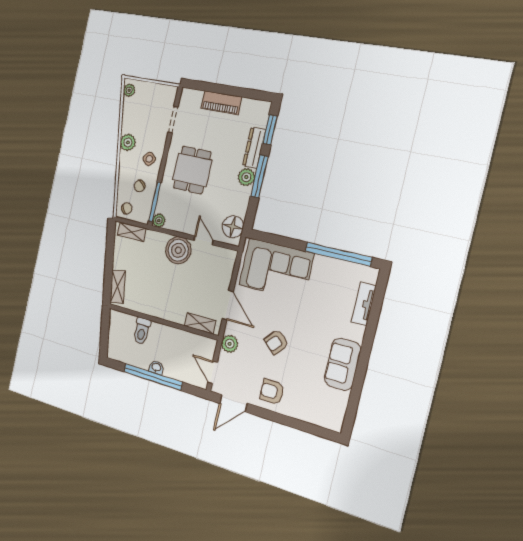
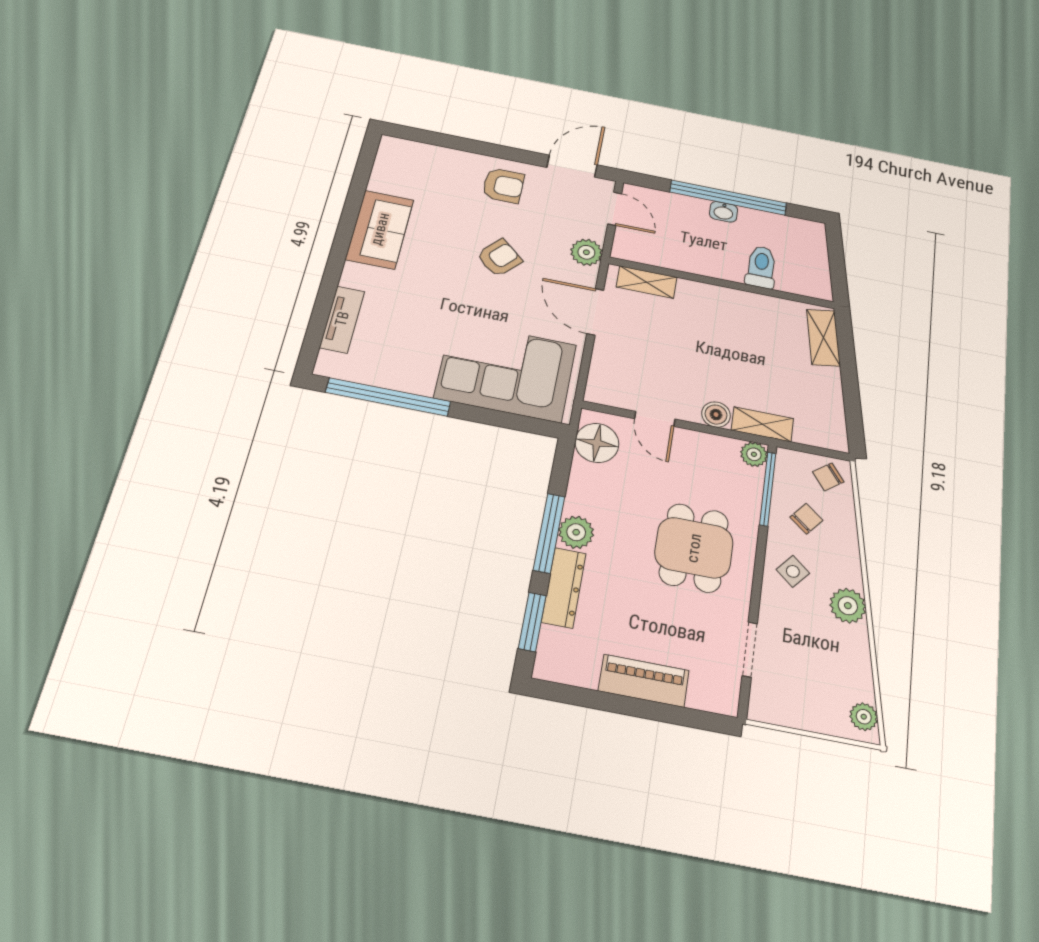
shelving: (132, 232) -> (762, 424), moved
boiler: (178, 250) -> (716, 415), width x0.54, depth x0.54

